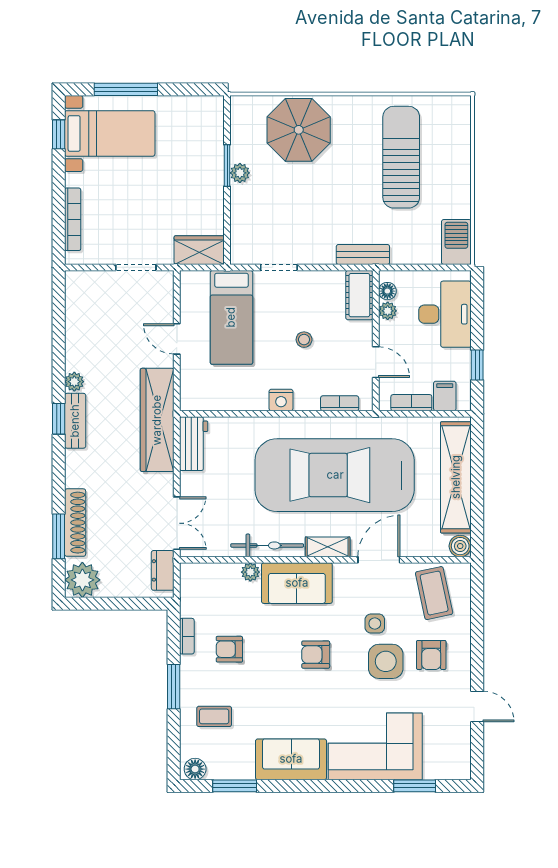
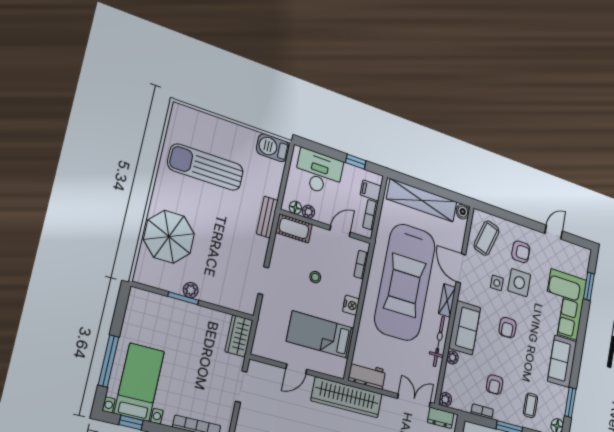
bed: (231, 317) -> (320, 335), moved, turned 180
plant: (190, 573) -> (445, 399), added
coffee table: (434, 593) -> (487, 238), turned -61

